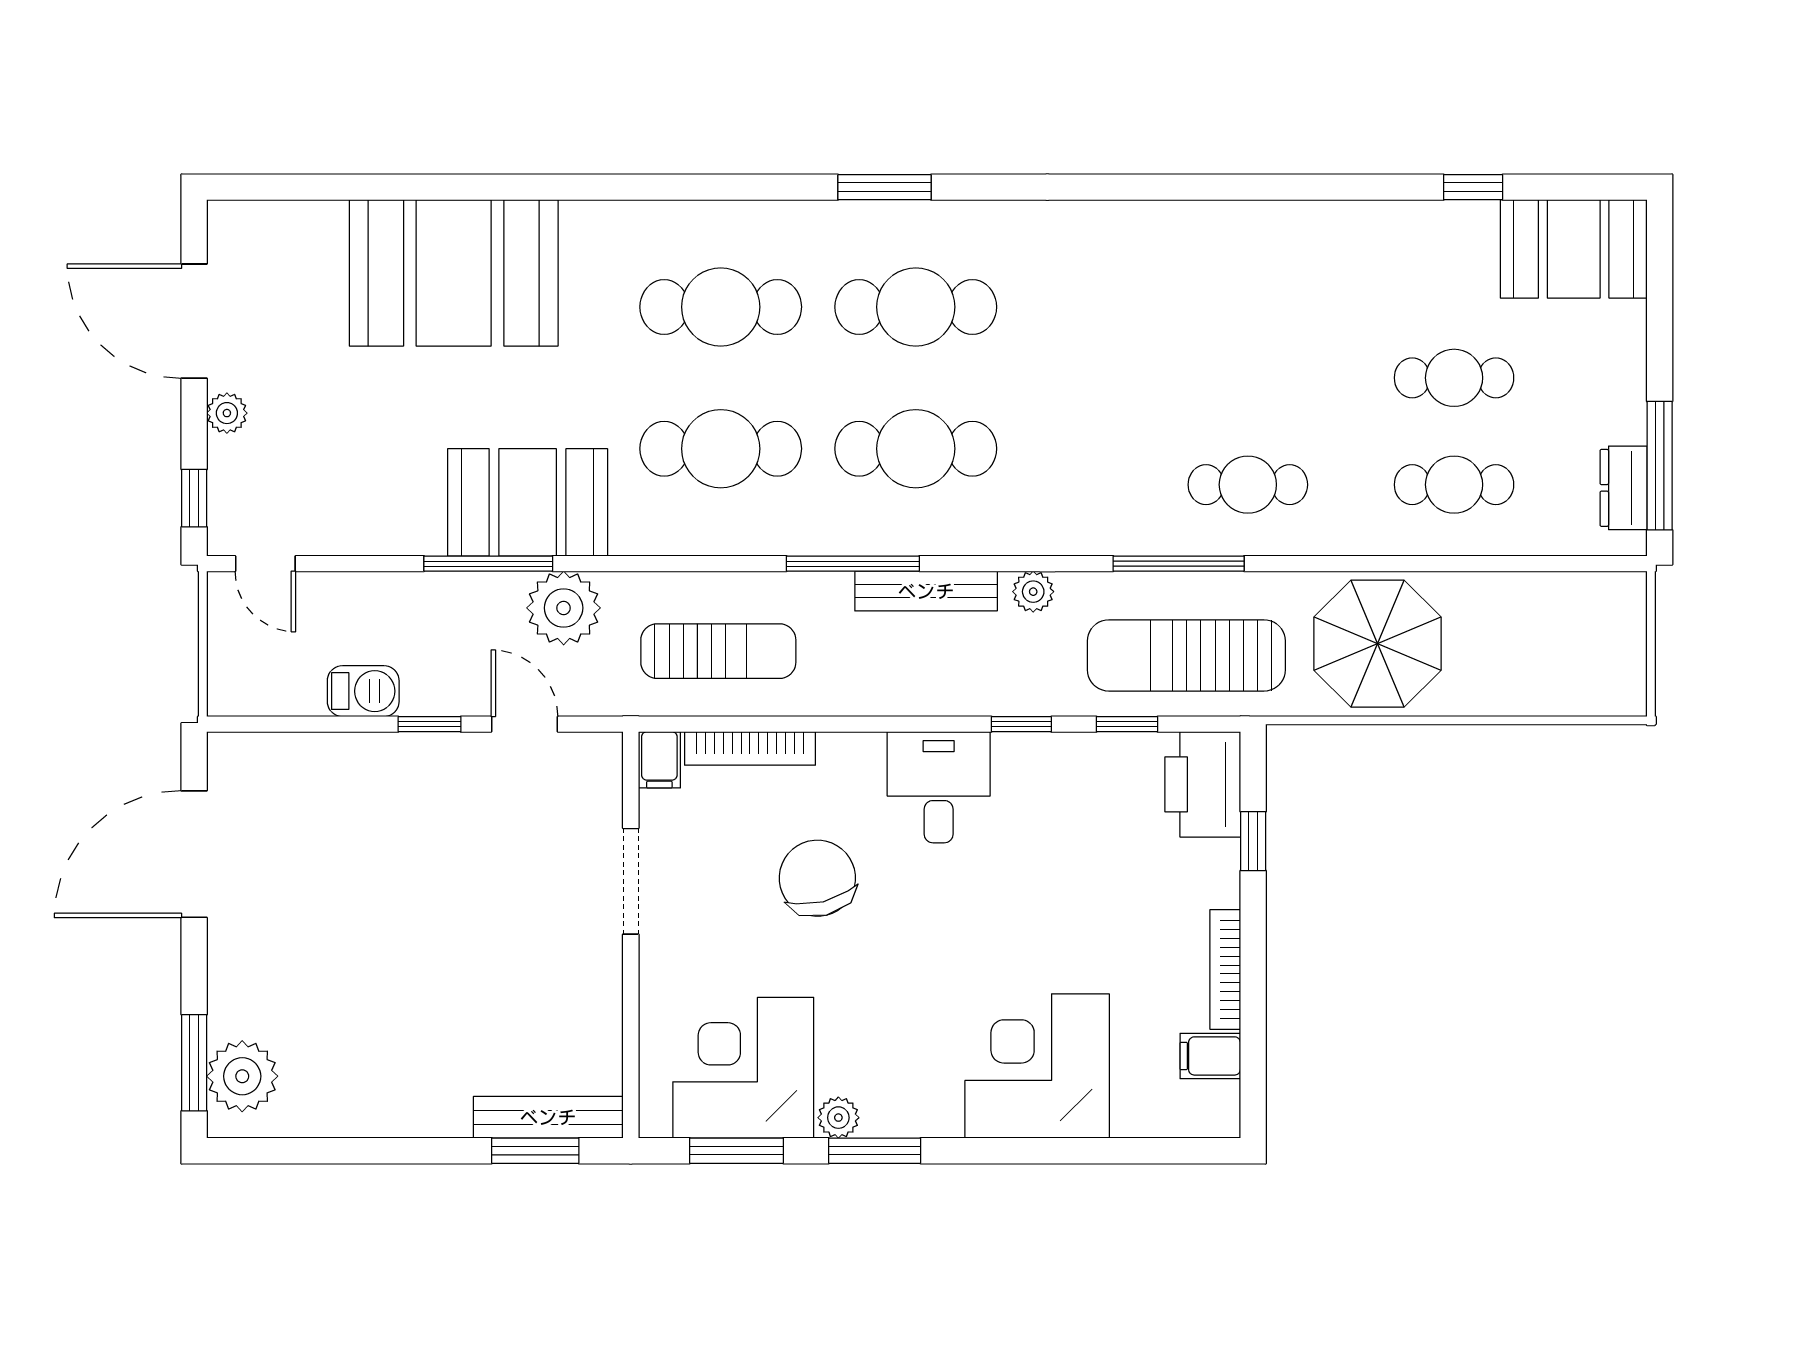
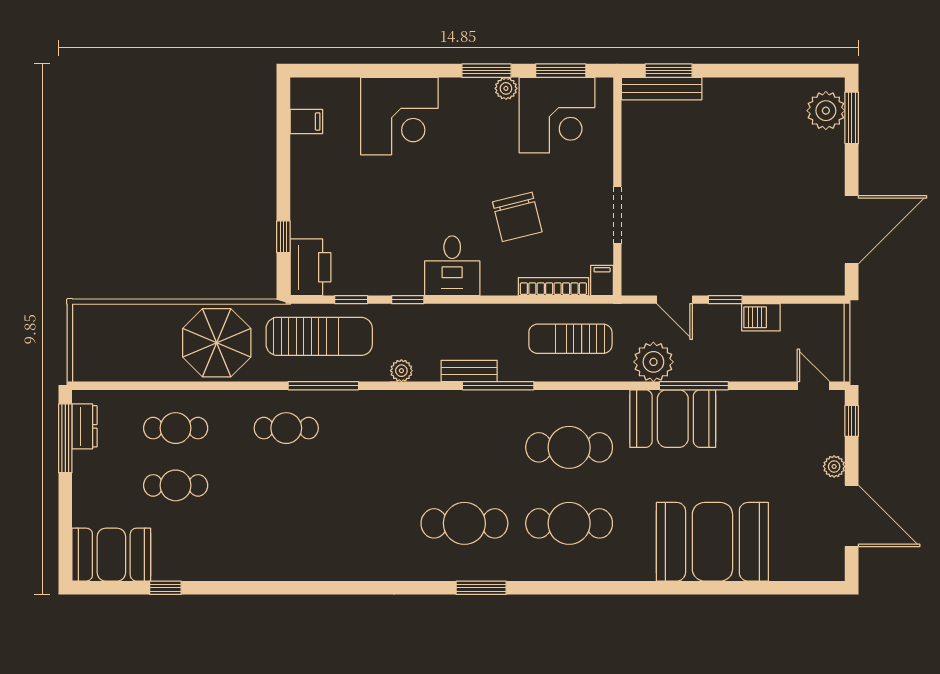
cafe table: (916, 449) -> (464, 447), removed
bench: (926, 591) -> (469, 371), width x0.73
bookcase: (1225, 969) -> (298, 168), removed

